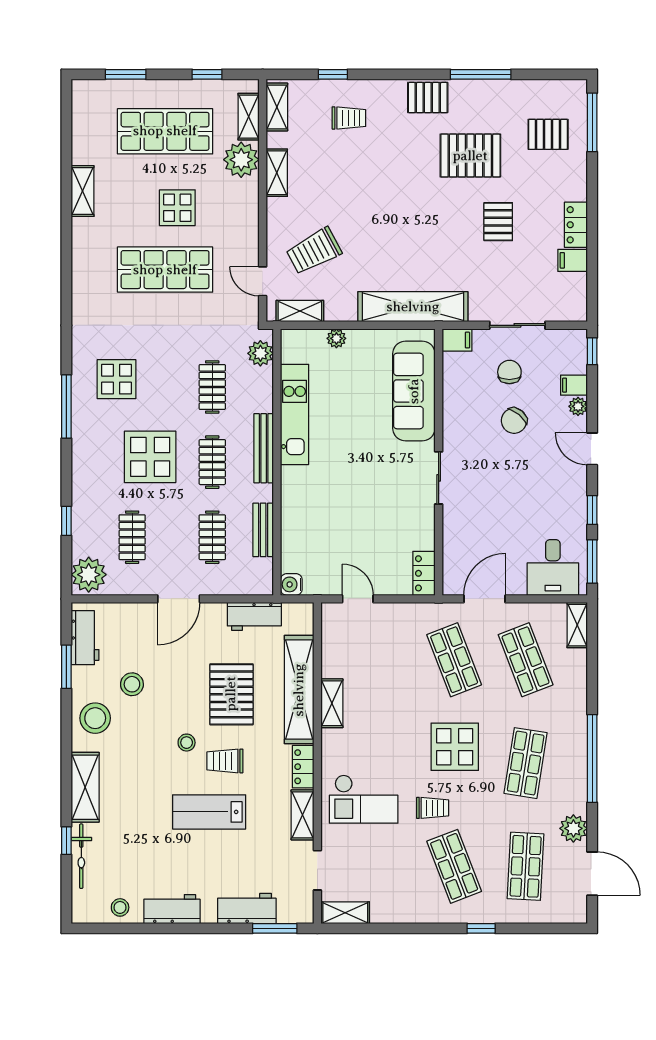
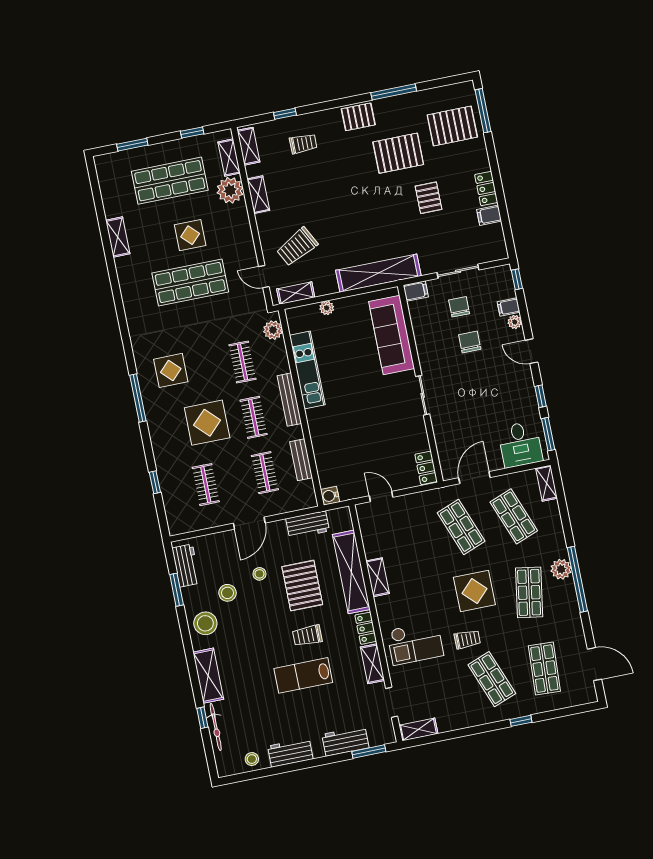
pallet: (548, 134) -> (452, 126), width x1.50, depth x1.42
chair: (514, 421) -> (470, 342), turned 140
plant: (89, 575) -> (179, 519), removed
stool: (187, 743) -> (259, 574), moved
plant: (573, 828) -> (561, 569), moved

